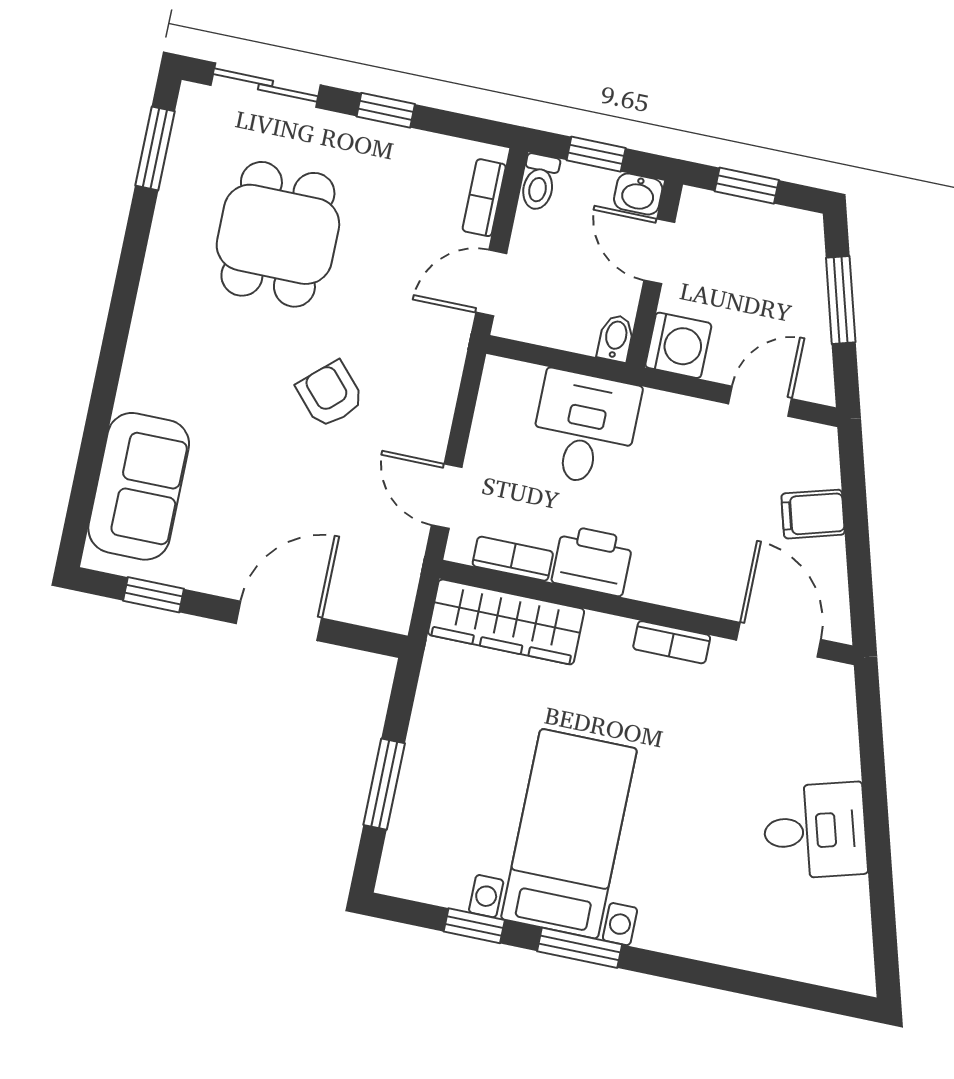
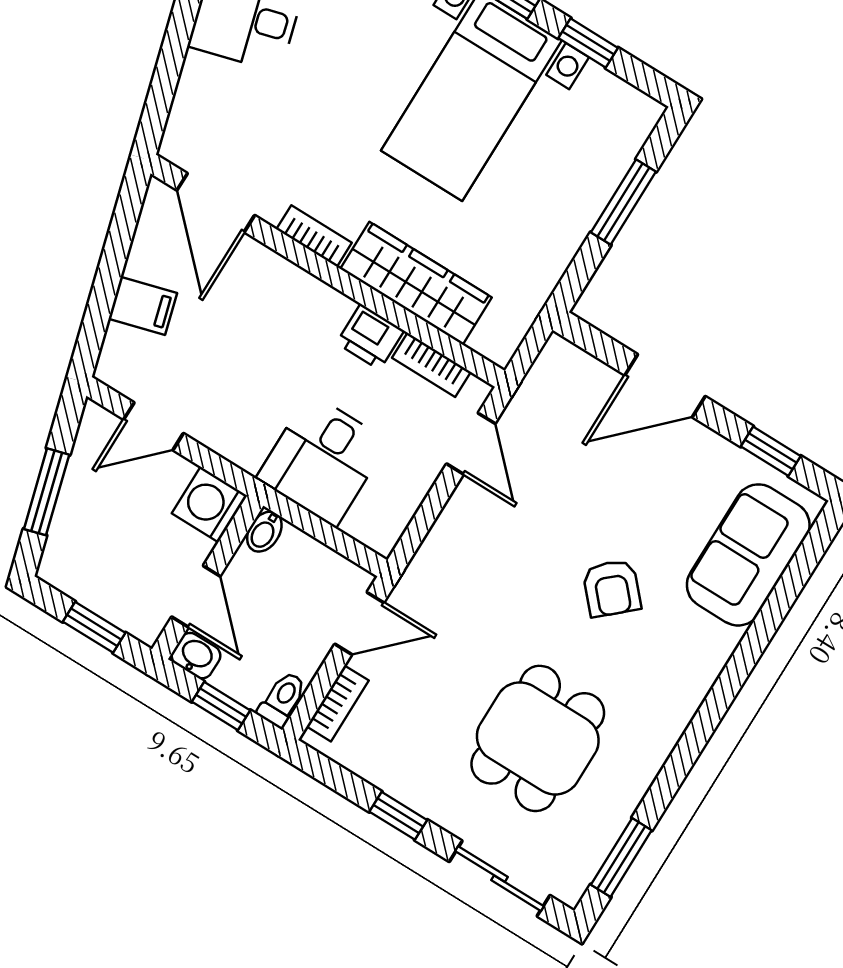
armchair: (330, 394) -> (612, 588), moved
printer: (592, 561) -> (370, 337), width x0.73, depth x0.81
wardrobe: (506, 622) -> (416, 283), moved

